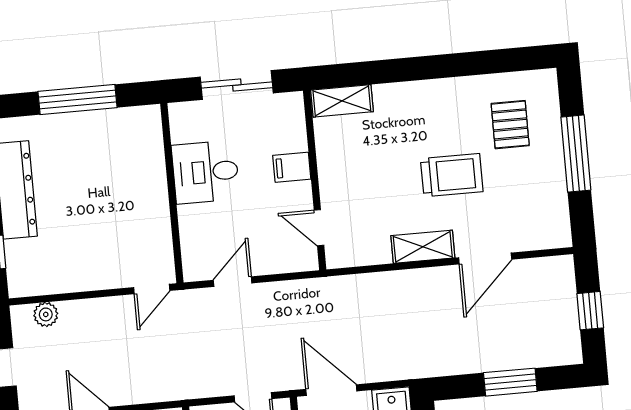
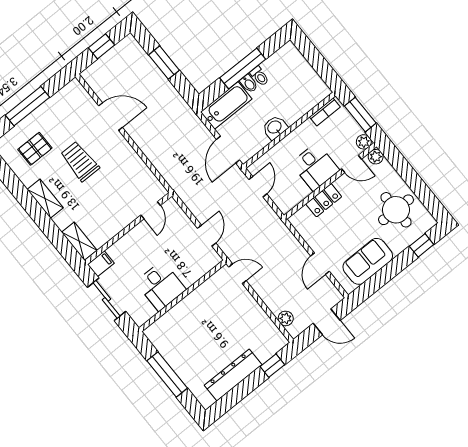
filing cabinet: (292, 167) -> (101, 264), moved, turned -90
shelving: (423, 247) -> (45, 199), moved
door: (233, 282) -> (207, 236), swing flipped

